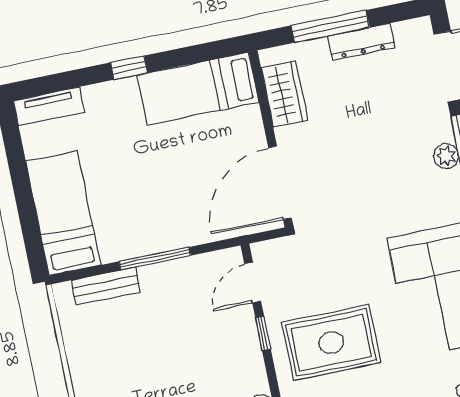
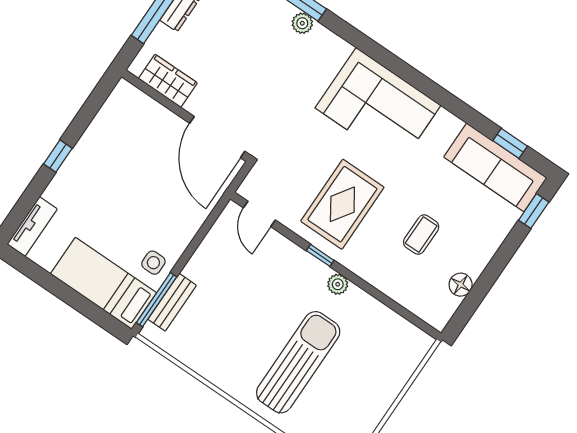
bed: (198, 89) -> (112, 128), removed
side table: (123, 237) -> (153, 263), added
window: (155, 259) -> (157, 300), moved
window: (263, 333) -> (320, 255), moved

